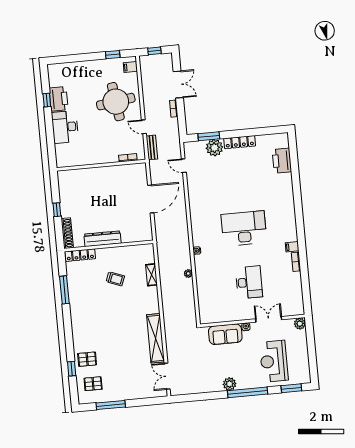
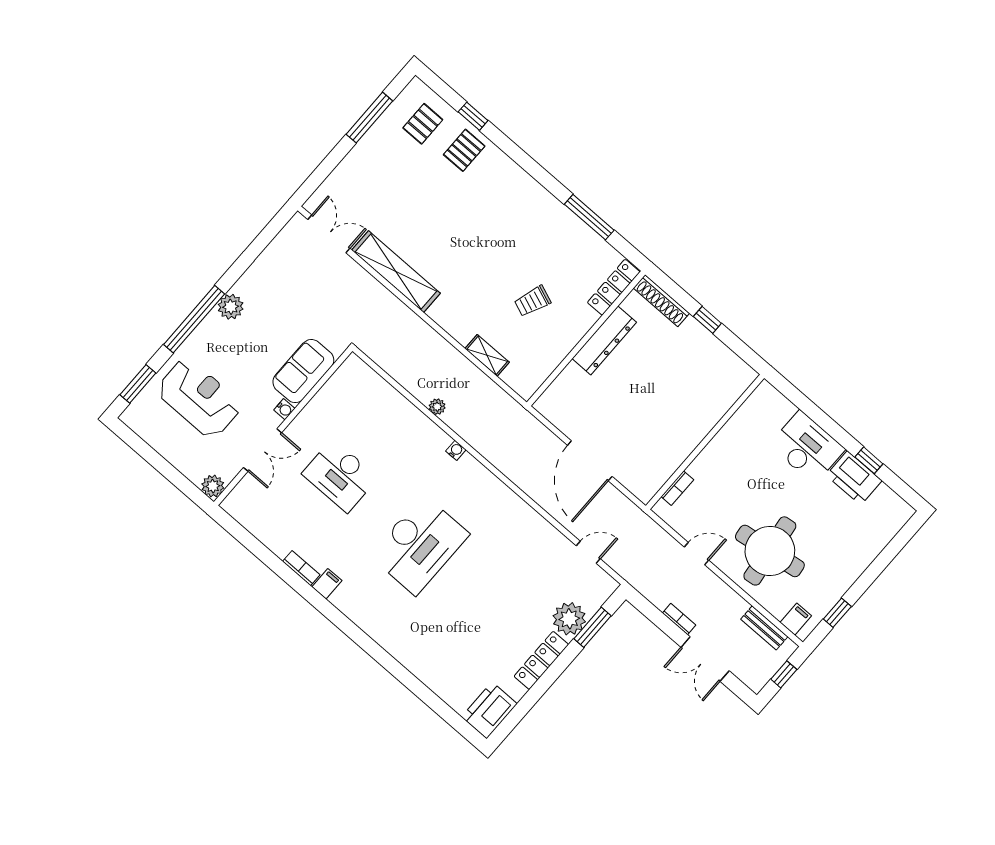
bench: (152, 147) -> (764, 628), moved
printer: (282, 161) -> (489, 710), moved, turned -90

